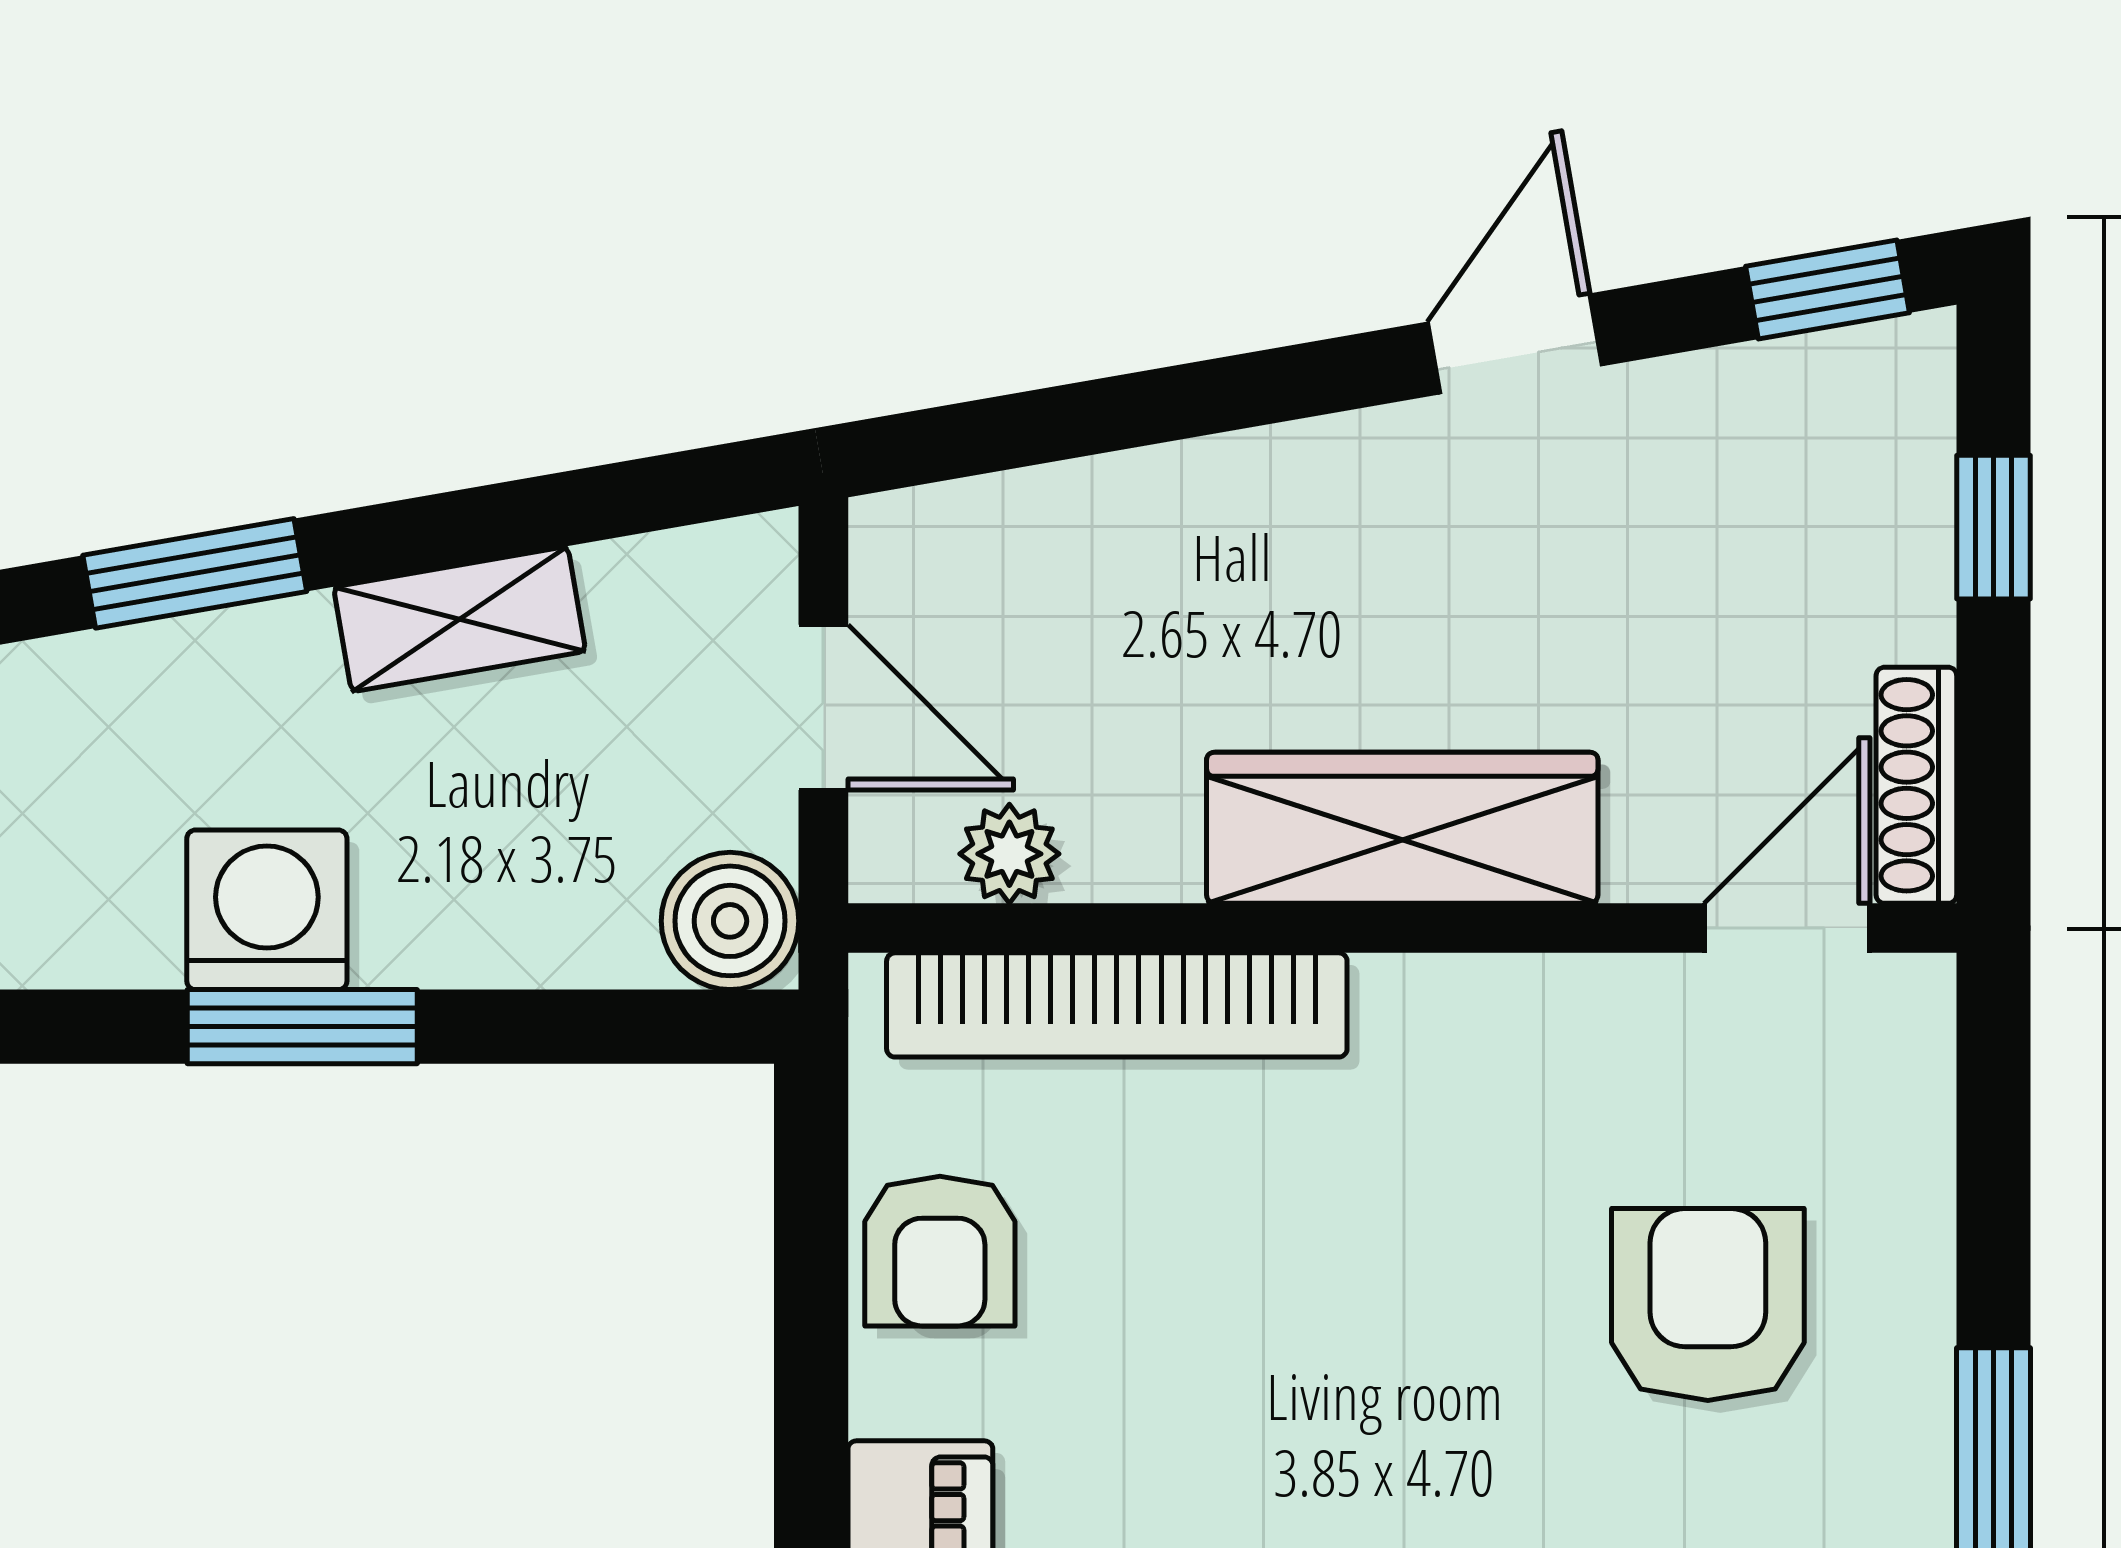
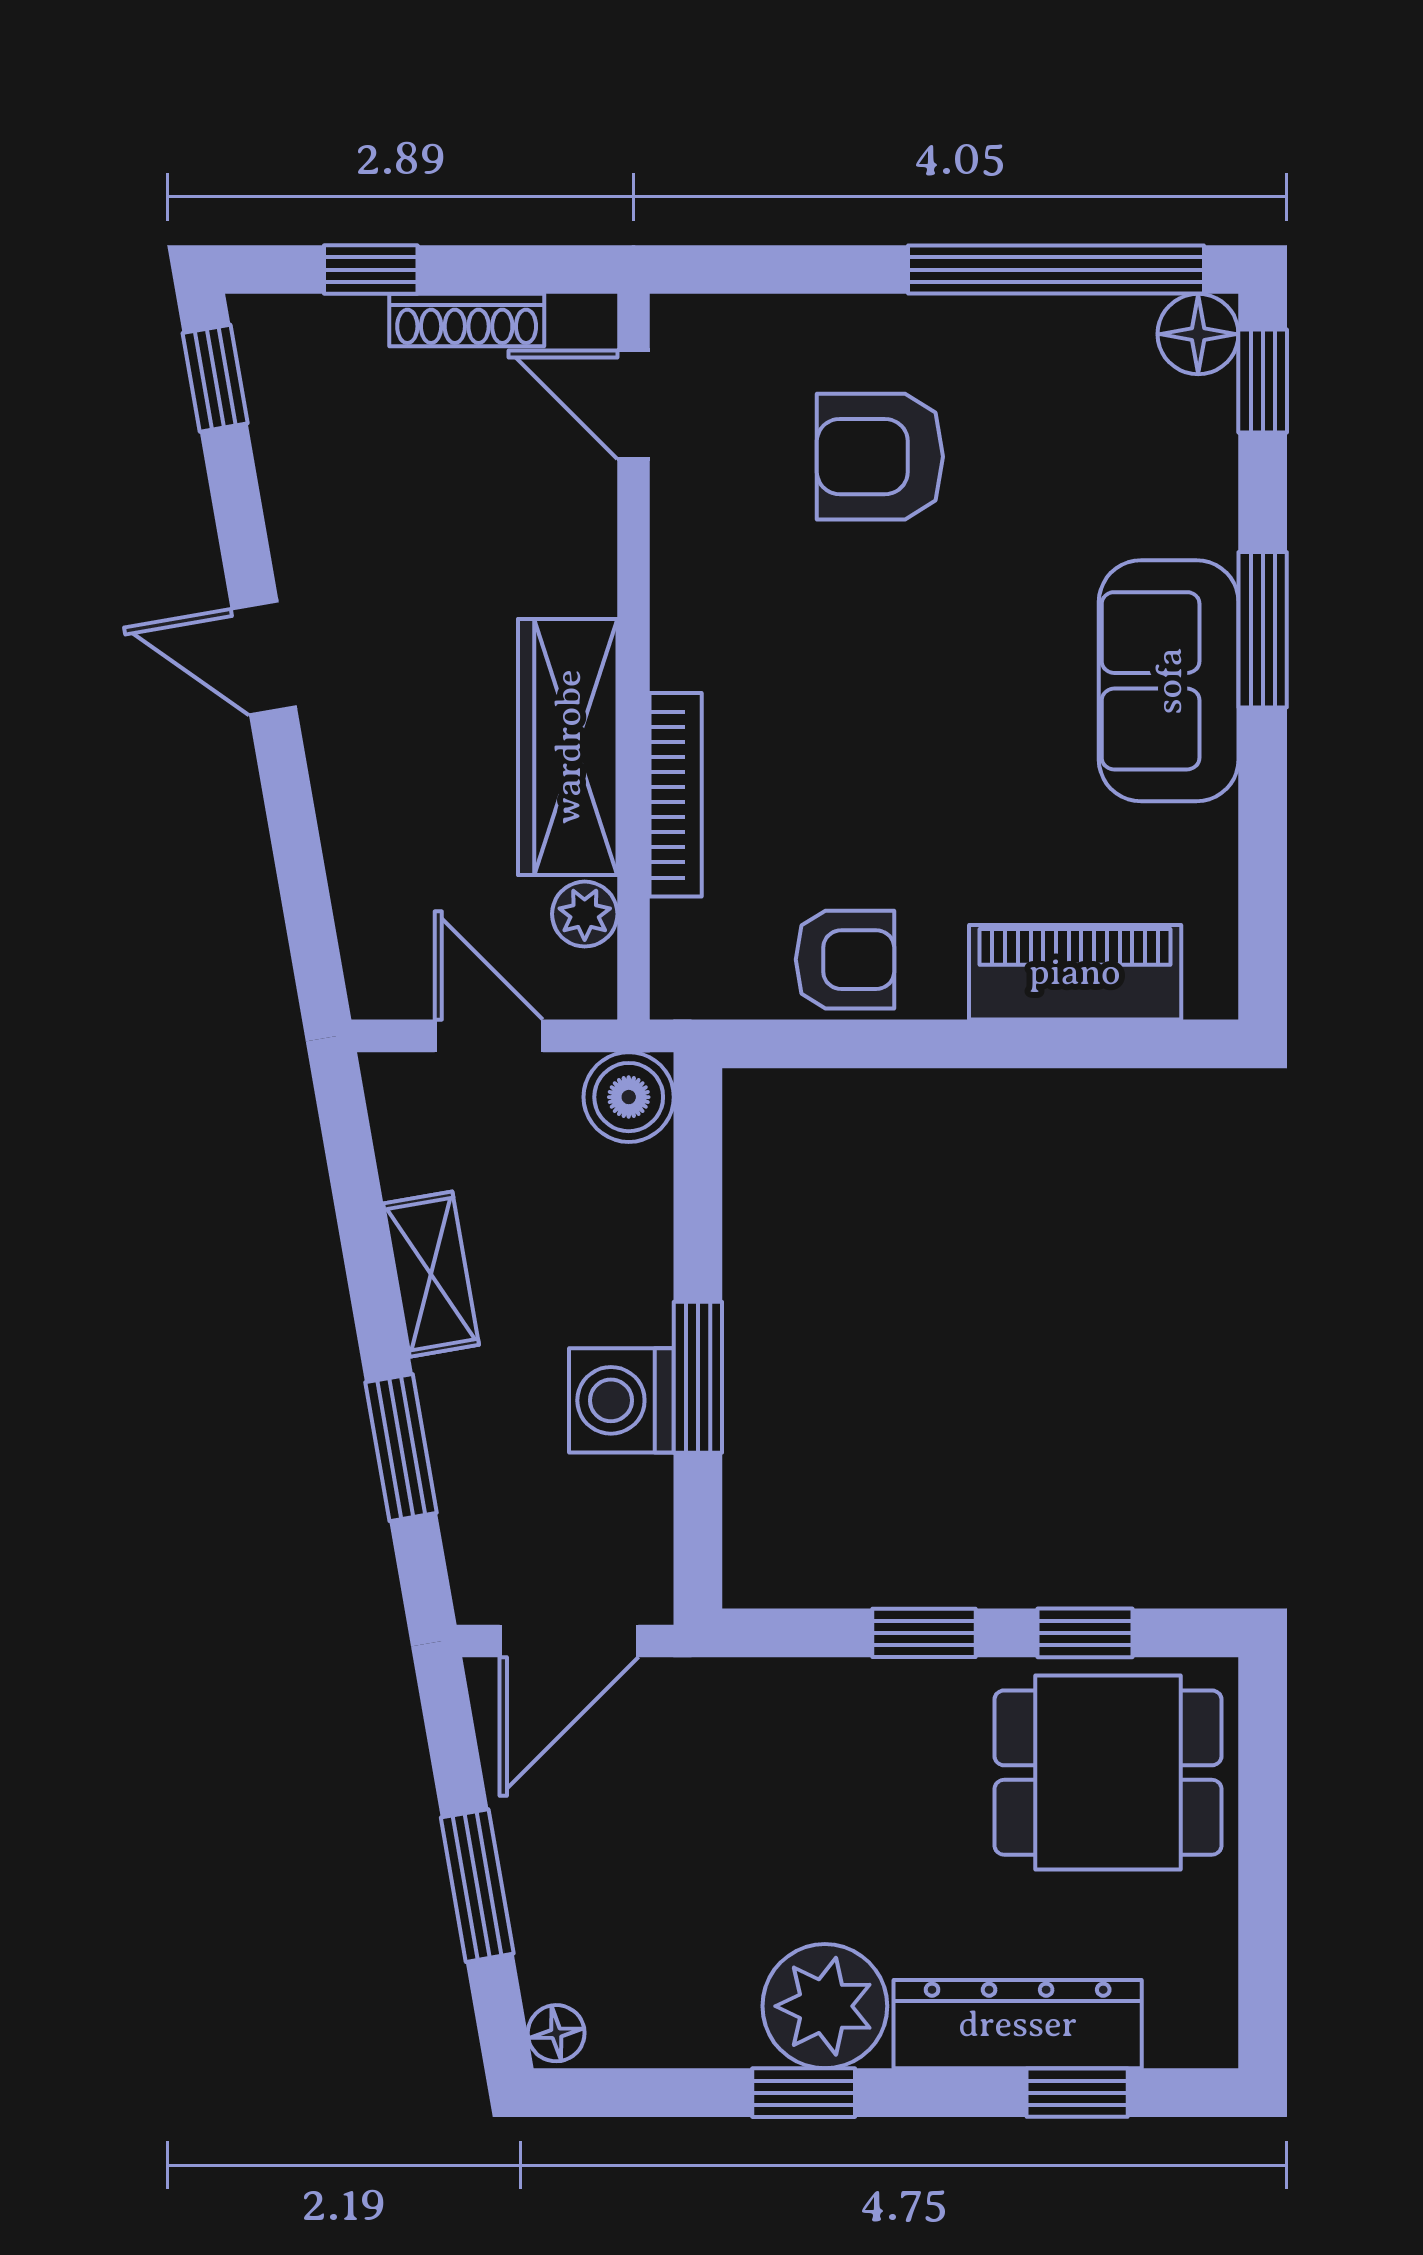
door: (1515, 344) -> (264, 658), moved
door: (823, 707) -> (489, 1036), hinge flipped
shoe rack: (1916, 785) -> (467, 320), moved
wardrobe: (1402, 828) -> (568, 747), moved
bookcase: (1117, 1005) -> (676, 795), width x0.68, depth x0.76

